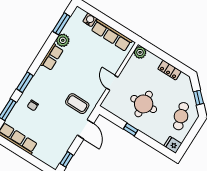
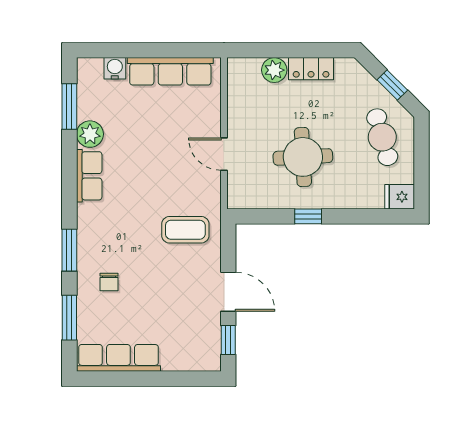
plant: (140, 52) -> (274, 70), moved
door: (85, 129) -> (228, 292), moved

